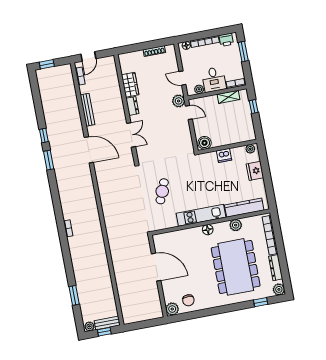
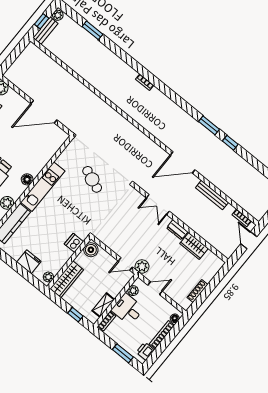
wardrobe: (239, 136) -> (67, 279), added
dishwasher: (224, 155) -> (74, 243), moved

